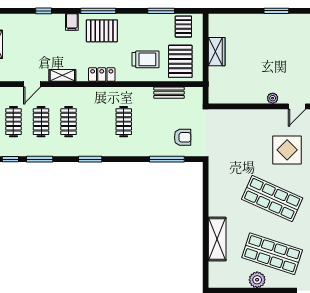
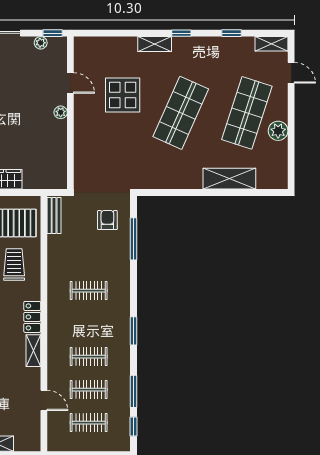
shelving: (62, 75) -> (33, 351), moved
bench: (169, 93) -> (54, 216), moved

